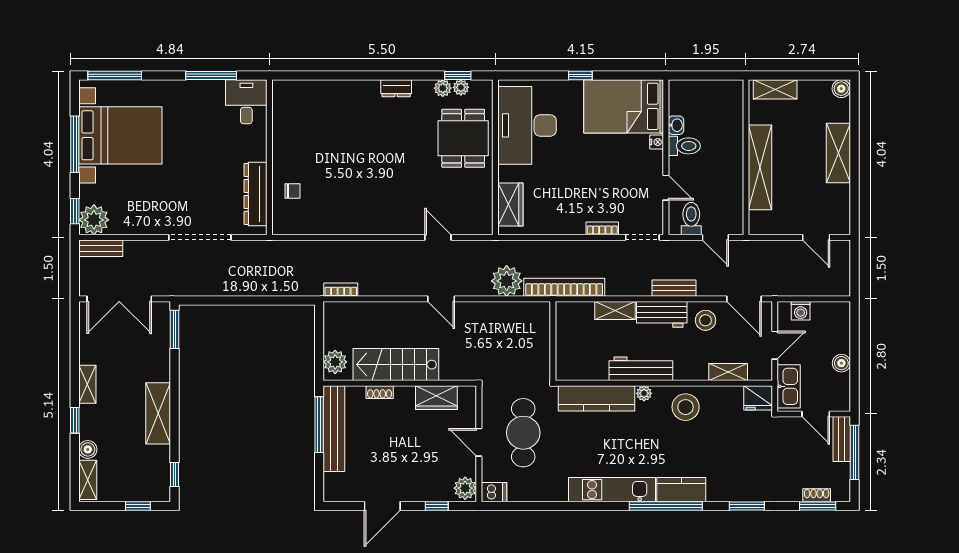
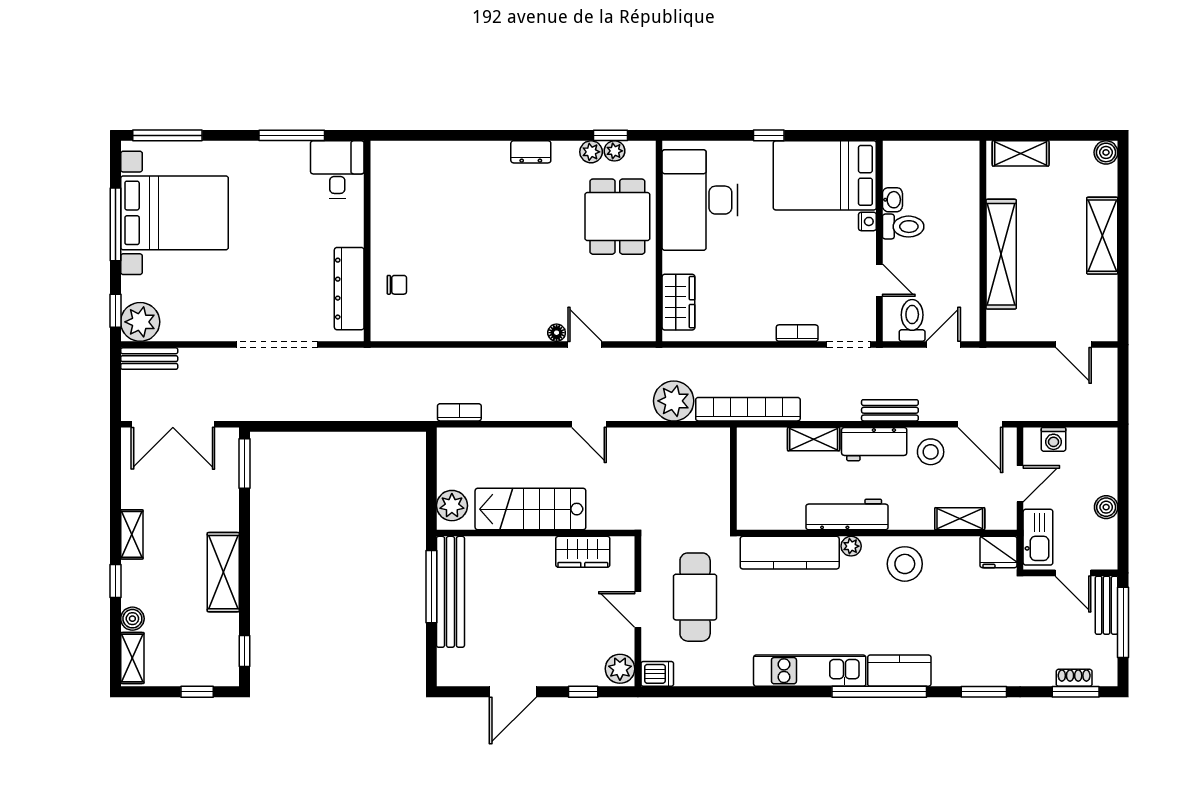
floor lamp: (416, 228) -> (557, 333), added
door: (715, 237) -> (943, 345), swing flipped
shoe rack: (380, 392) -> (509, 545), removed

